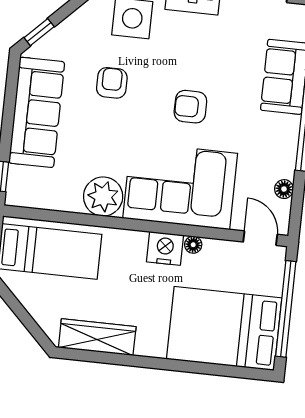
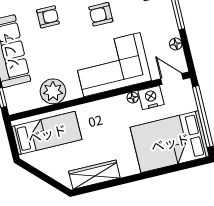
armchair: (112, 83) -> (48, 17), turned 90
plant: (103, 196) -> (53, 91), moved
nightstand: (165, 248) -> (151, 98), moved

